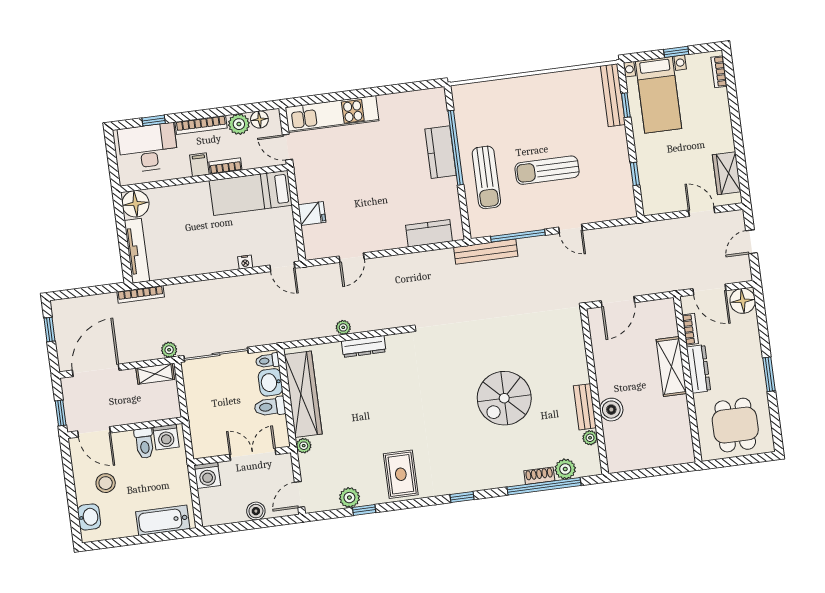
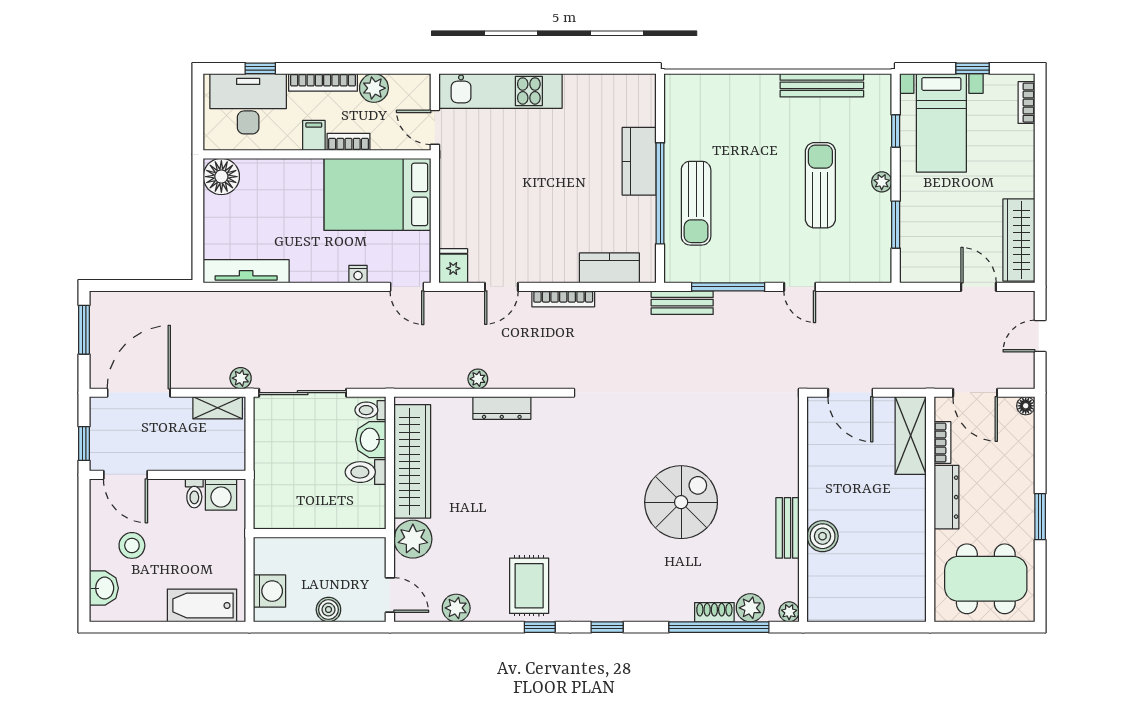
bench: (613, 95) -> (822, 85), moved, turned 90
floor lamp: (259, 119) -> (402, 85), removed
plant: (620, 144) -> (882, 182), added
window: (456, 148) -> (660, 193), moved
sun lounger: (547, 170) -> (820, 185), moved, turned 90
wardrobe: (727, 173) -> (1019, 240), width x1.50
window: (635, 174) -> (896, 225), width x1.50
bed: (251, 193) -> (378, 194), width x1.50
fridge: (312, 213) -> (453, 266), moved, turned -90
tv unit: (137, 251) -> (246, 271), moved, turned -90
bench: (486, 252) -> (682, 303), width x0.73
bookcase: (141, 294) -> (563, 299), moved
floor lamp: (743, 301) -> (1026, 406), width x0.53, depth x0.53
door: (618, 302) -> (850, 393), hinge flipped
window: (50, 329) -> (84, 330), width x1.50
shelving: (671, 367) -> (911, 436), moved
spiral stairs: (504, 398) -> (681, 502), turned 180
dining table: (735, 425) -> (986, 579), width x1.38
plant: (590, 438) -> (789, 612), moved
toilet: (144, 443) -> (194, 493), width x0.73, depth x0.72
plant: (304, 446) -> (413, 539), width x1.88, depth x1.88
double door: (253, 454) -> (334, 533), removed
washing machine: (207, 475) -> (270, 591), moved, turned -90
door: (300, 495) -> (390, 595), swing flipped
window: (364, 510) -> (540, 627), moved

